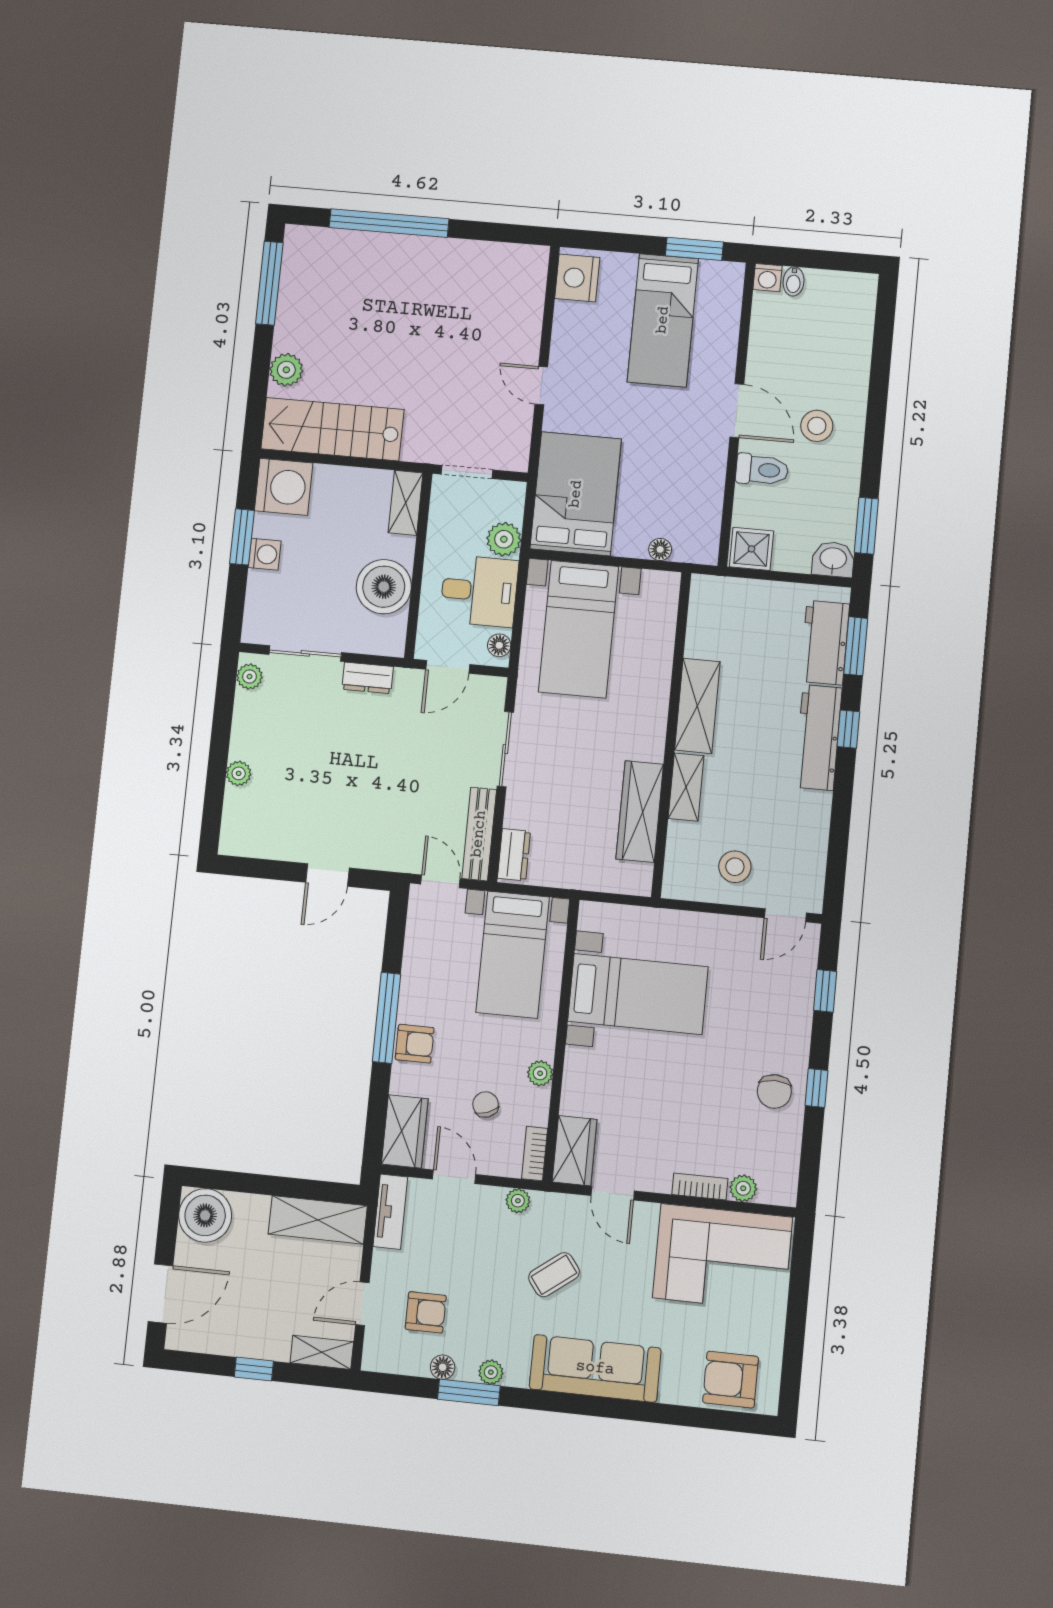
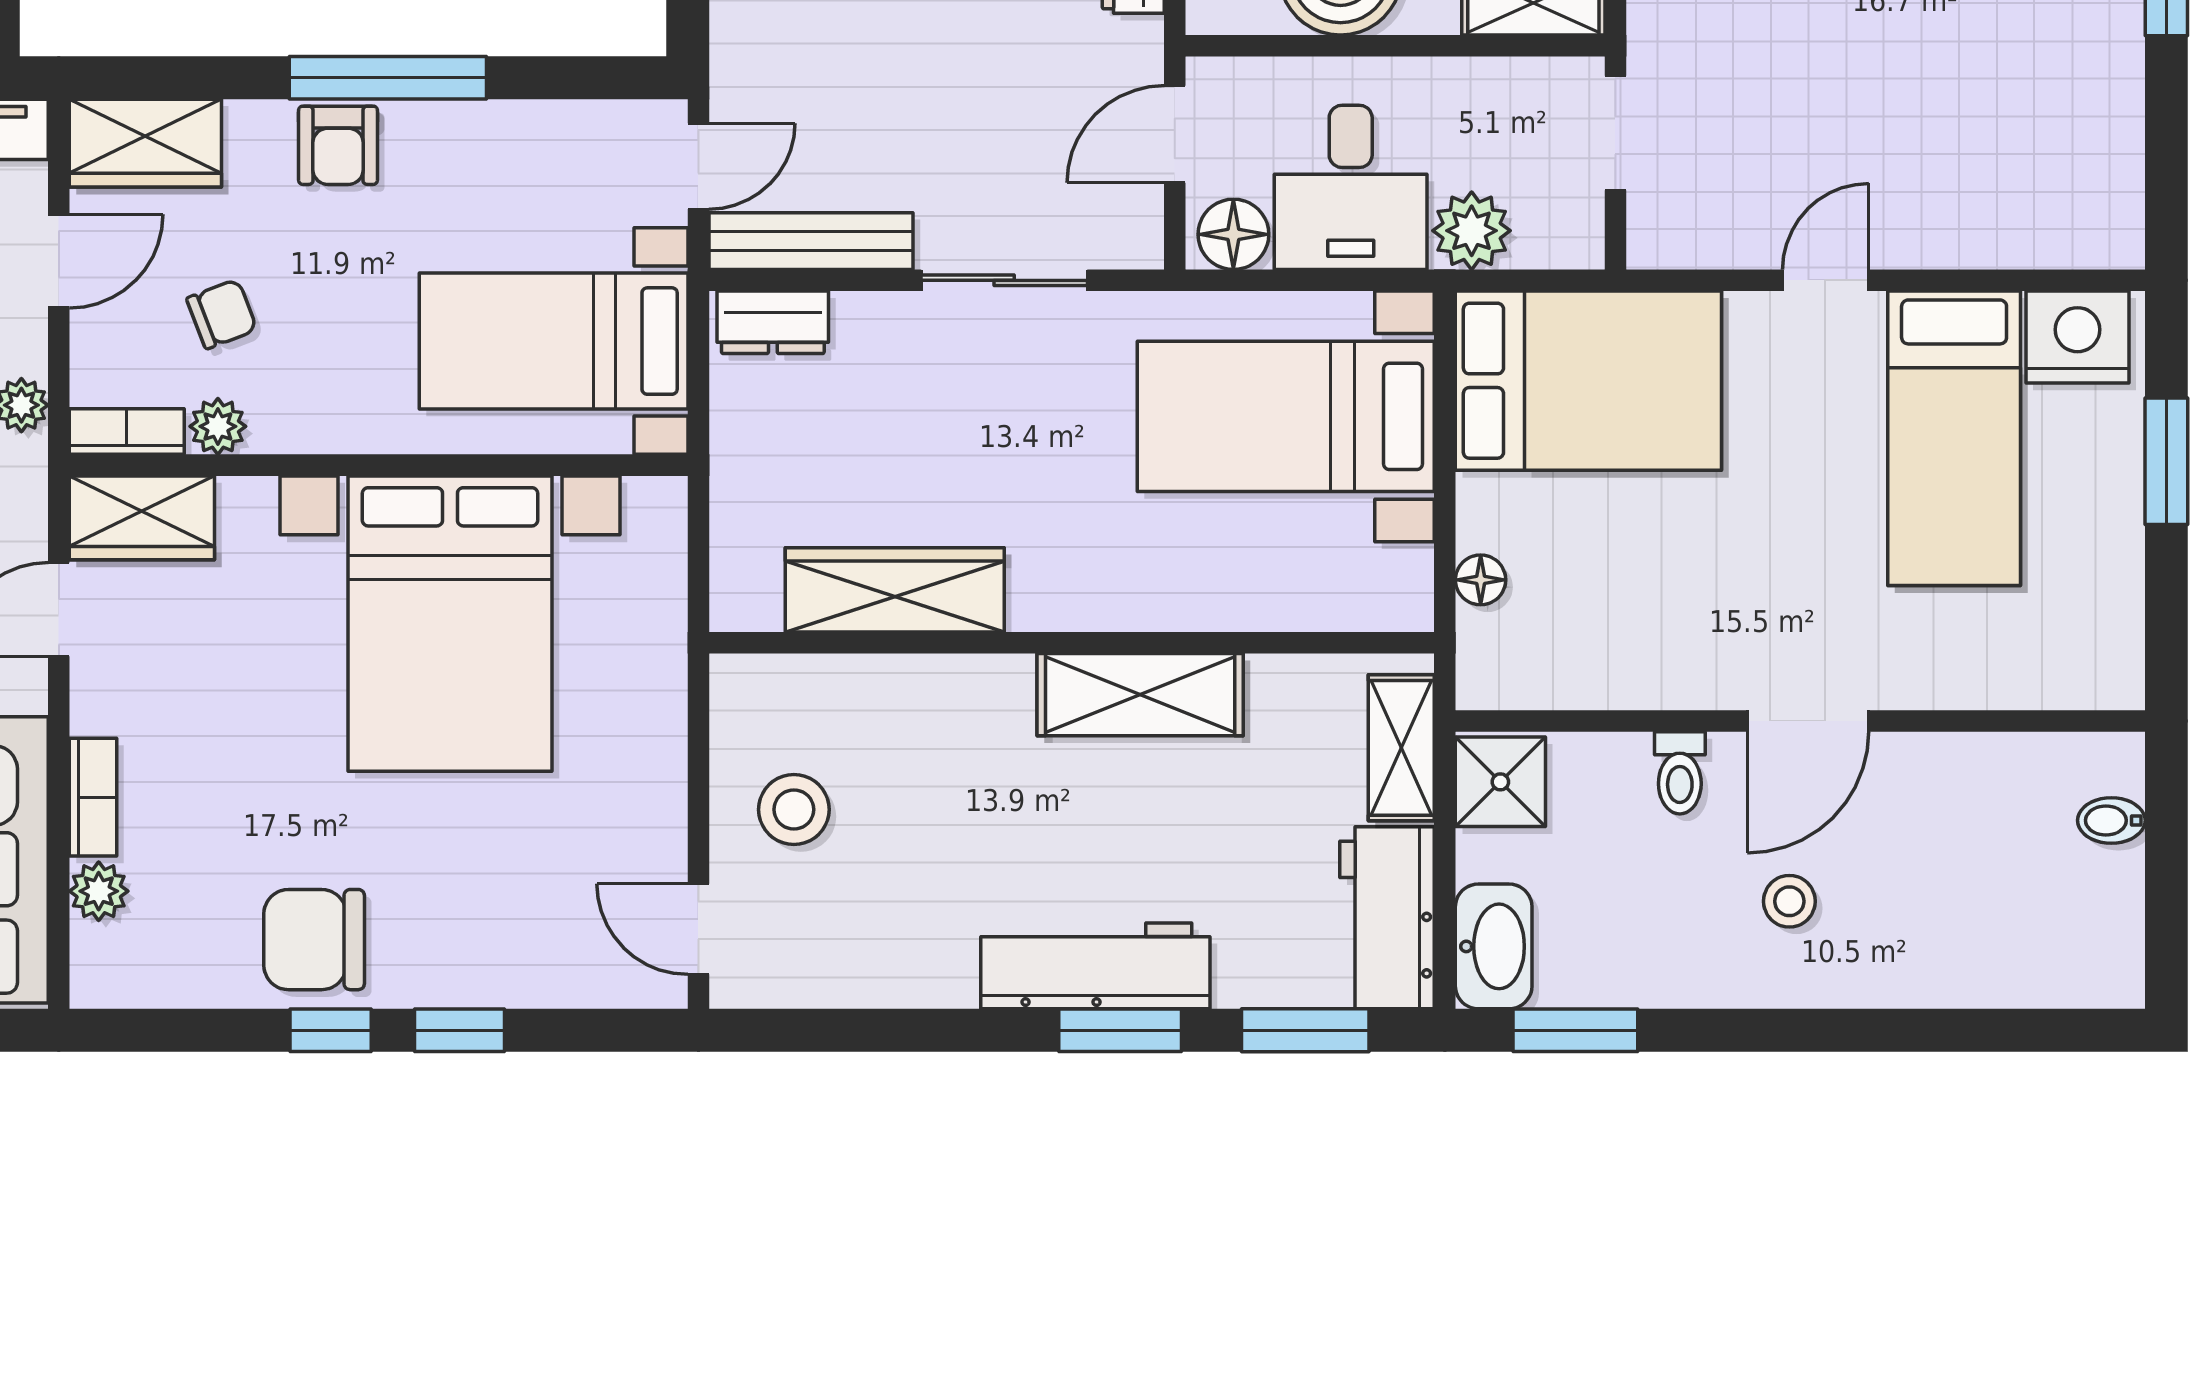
window: (694, 249) -> (2166, 461), moved
washing machine: (767, 278) -> (2115, 762), removed
bed: (663, 320) -> (1954, 438), moved, turned -90
stool: (817, 426) -> (1789, 901), width x0.73, depth x0.73
toilet: (762, 470) -> (1680, 773), width x0.73, depth x0.72
washbasin: (833, 559) -> (1494, 946), width x1.38
workbench: (825, 643) -> (1387, 918), moved, turned -90
floor lamp: (499, 645) -> (1233, 234), width x1.37, depth x1.37
door: (448, 667) -> (1175, 134), hinge flipped
window: (848, 729) -> (1120, 1030), width x1.50
shelving: (686, 787) -> (1401, 748), moved, turned 90
window: (825, 991) -> (460, 1030), moved
bed with nightstands: (638, 994) -> (450, 624), width x1.36
plant: (540, 1073) -> (218, 426), moved
chair: (774, 1091) -> (314, 940), width x1.37, depth x1.37

